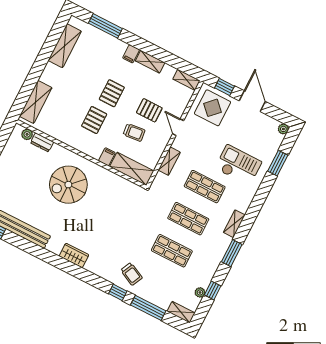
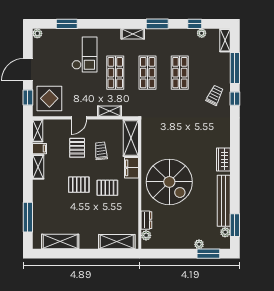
filing cabinet: (131, 54) -> (40, 149), moved
filing cabinet: (107, 157) -> (131, 168), width x2.00
checkout: (238, 165) -> (84, 54), turned 180
spiral stairs: (68, 185) -> (169, 182), width x1.37, depth x1.37
wardrobe: (74, 255) -> (223, 159), moved

